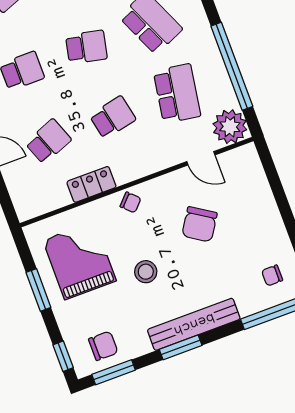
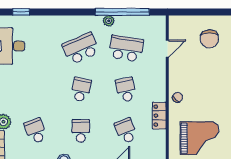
plant: (230, 127) -> (109, 21), moved, width x0.53, depth x0.53
chair: (199, 224) -> (209, 39), moved, turned 57
grand piano: (79, 260) -> (199, 138), turned 180
stool: (146, 272) -> (220, 103), removed

